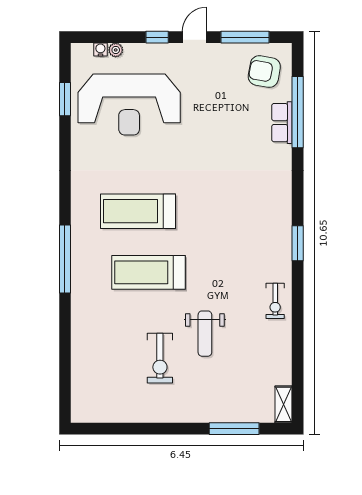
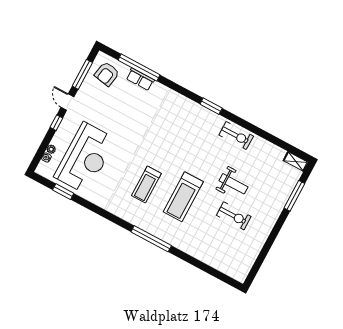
treadmill: (138, 211) -> (146, 184), width x0.73, depth x0.73
exercise bike: (275, 301) -> (236, 136), width x1.38, depth x1.39

